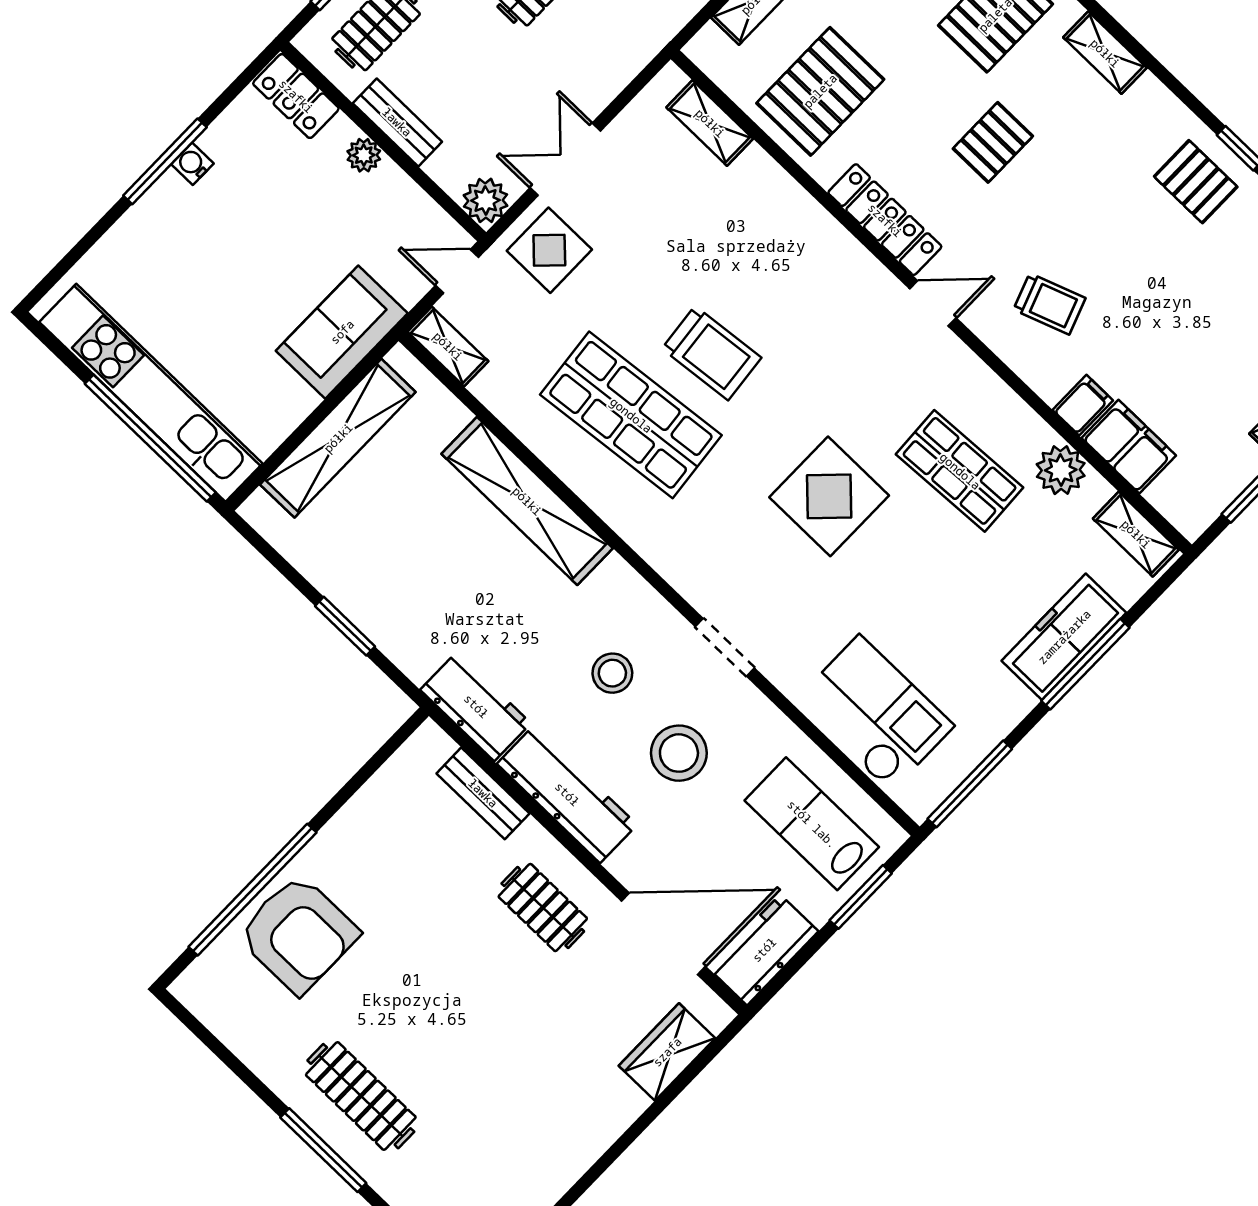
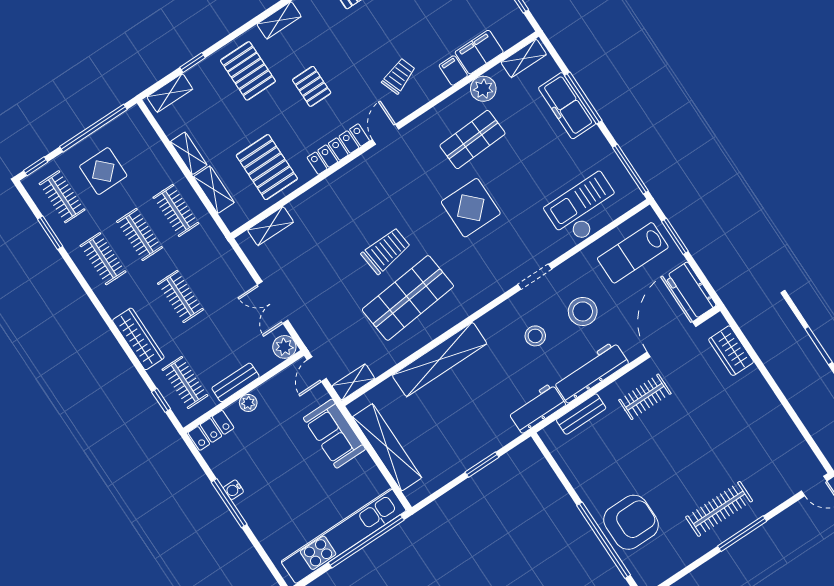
display table: (549, 250) -> (316, 321), removed

